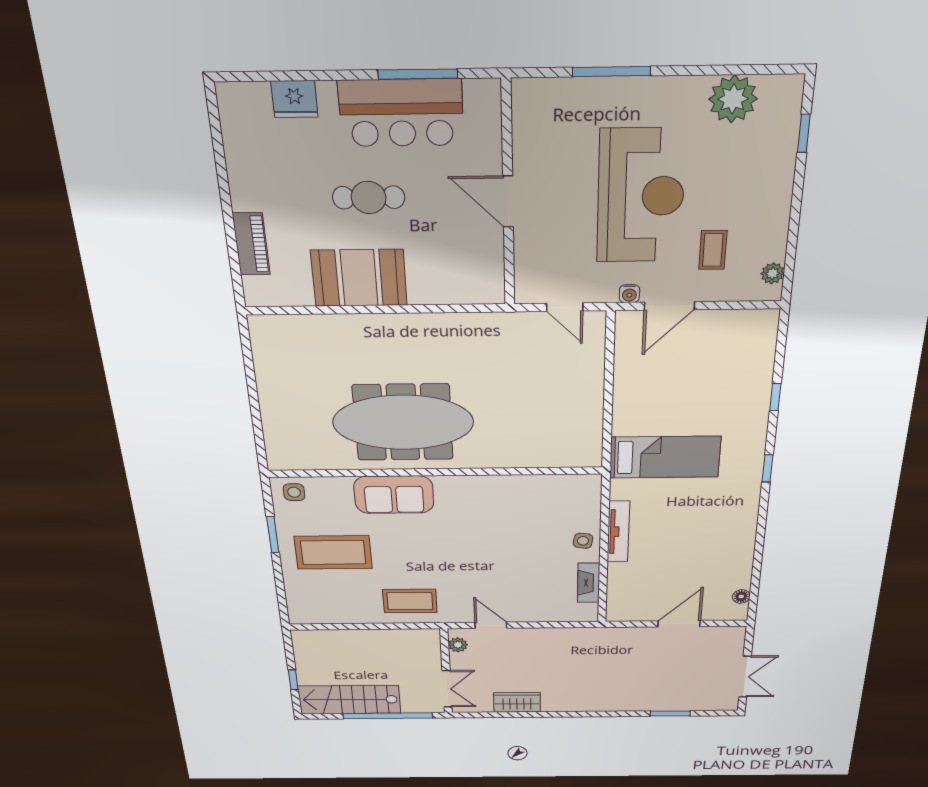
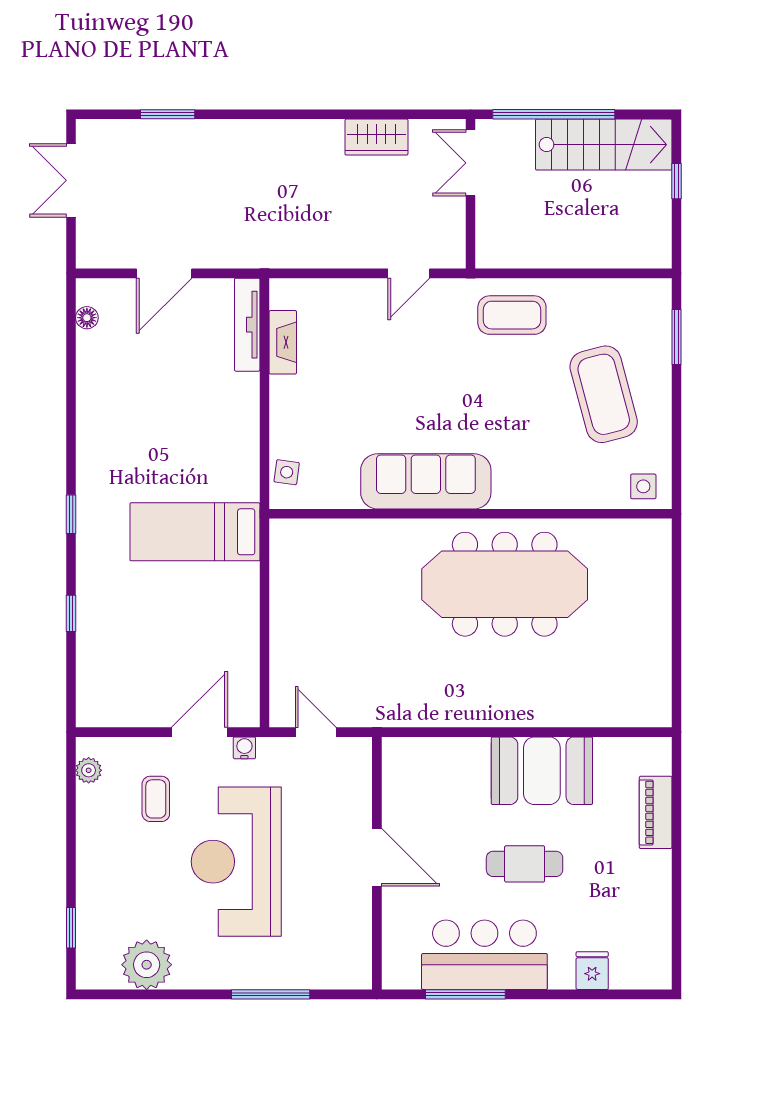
fridge: (294, 99) -> (592, 971), width x0.72
sofa: (394, 495) -> (426, 481), moved, width x1.36
tv unit: (618, 532) -> (247, 325), moved
window: (273, 535) -> (676, 337), moved
side table: (583, 541) -> (287, 472), moved
coffee table: (333, 552) -> (604, 394), turned 75
door: (491, 625) -> (409, 273), hinge flipped
plant: (458, 645) -> (453, 240), removed

